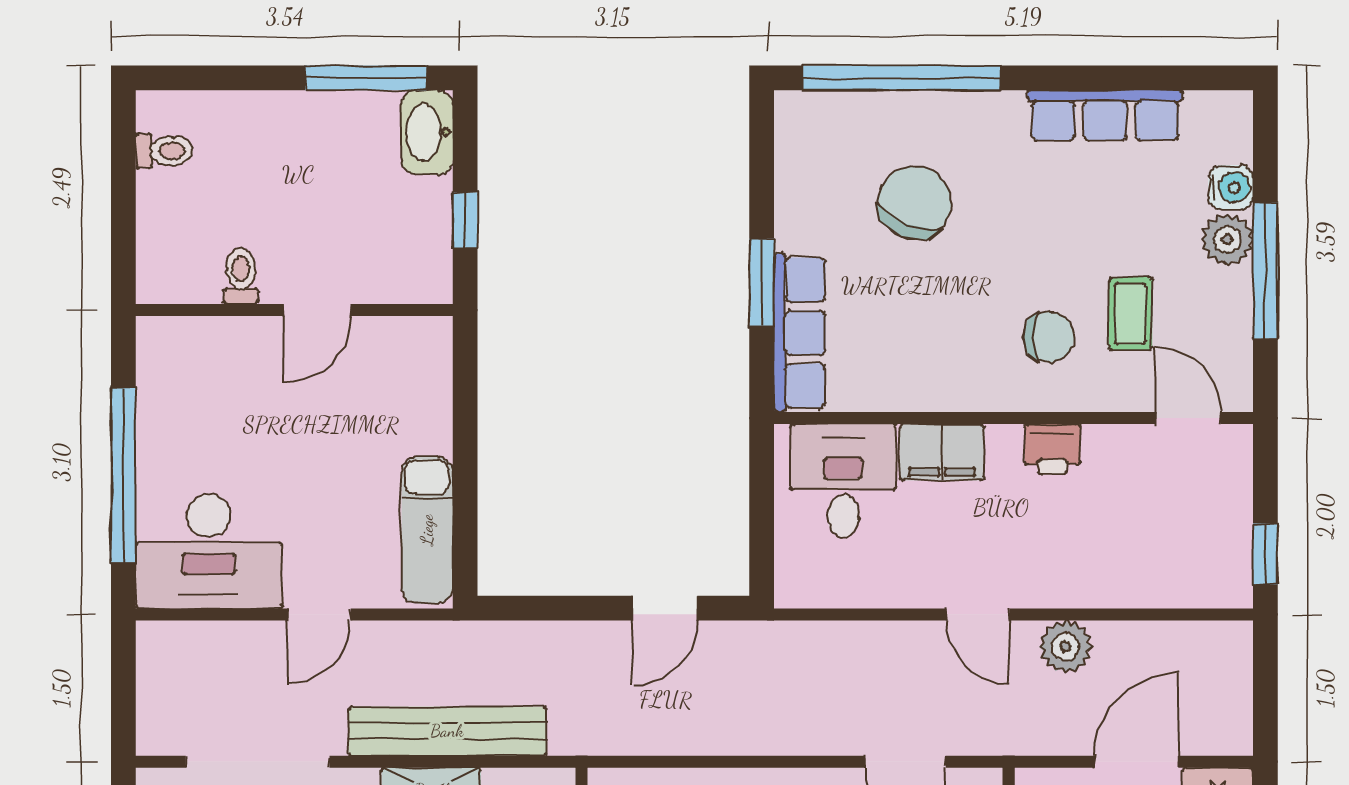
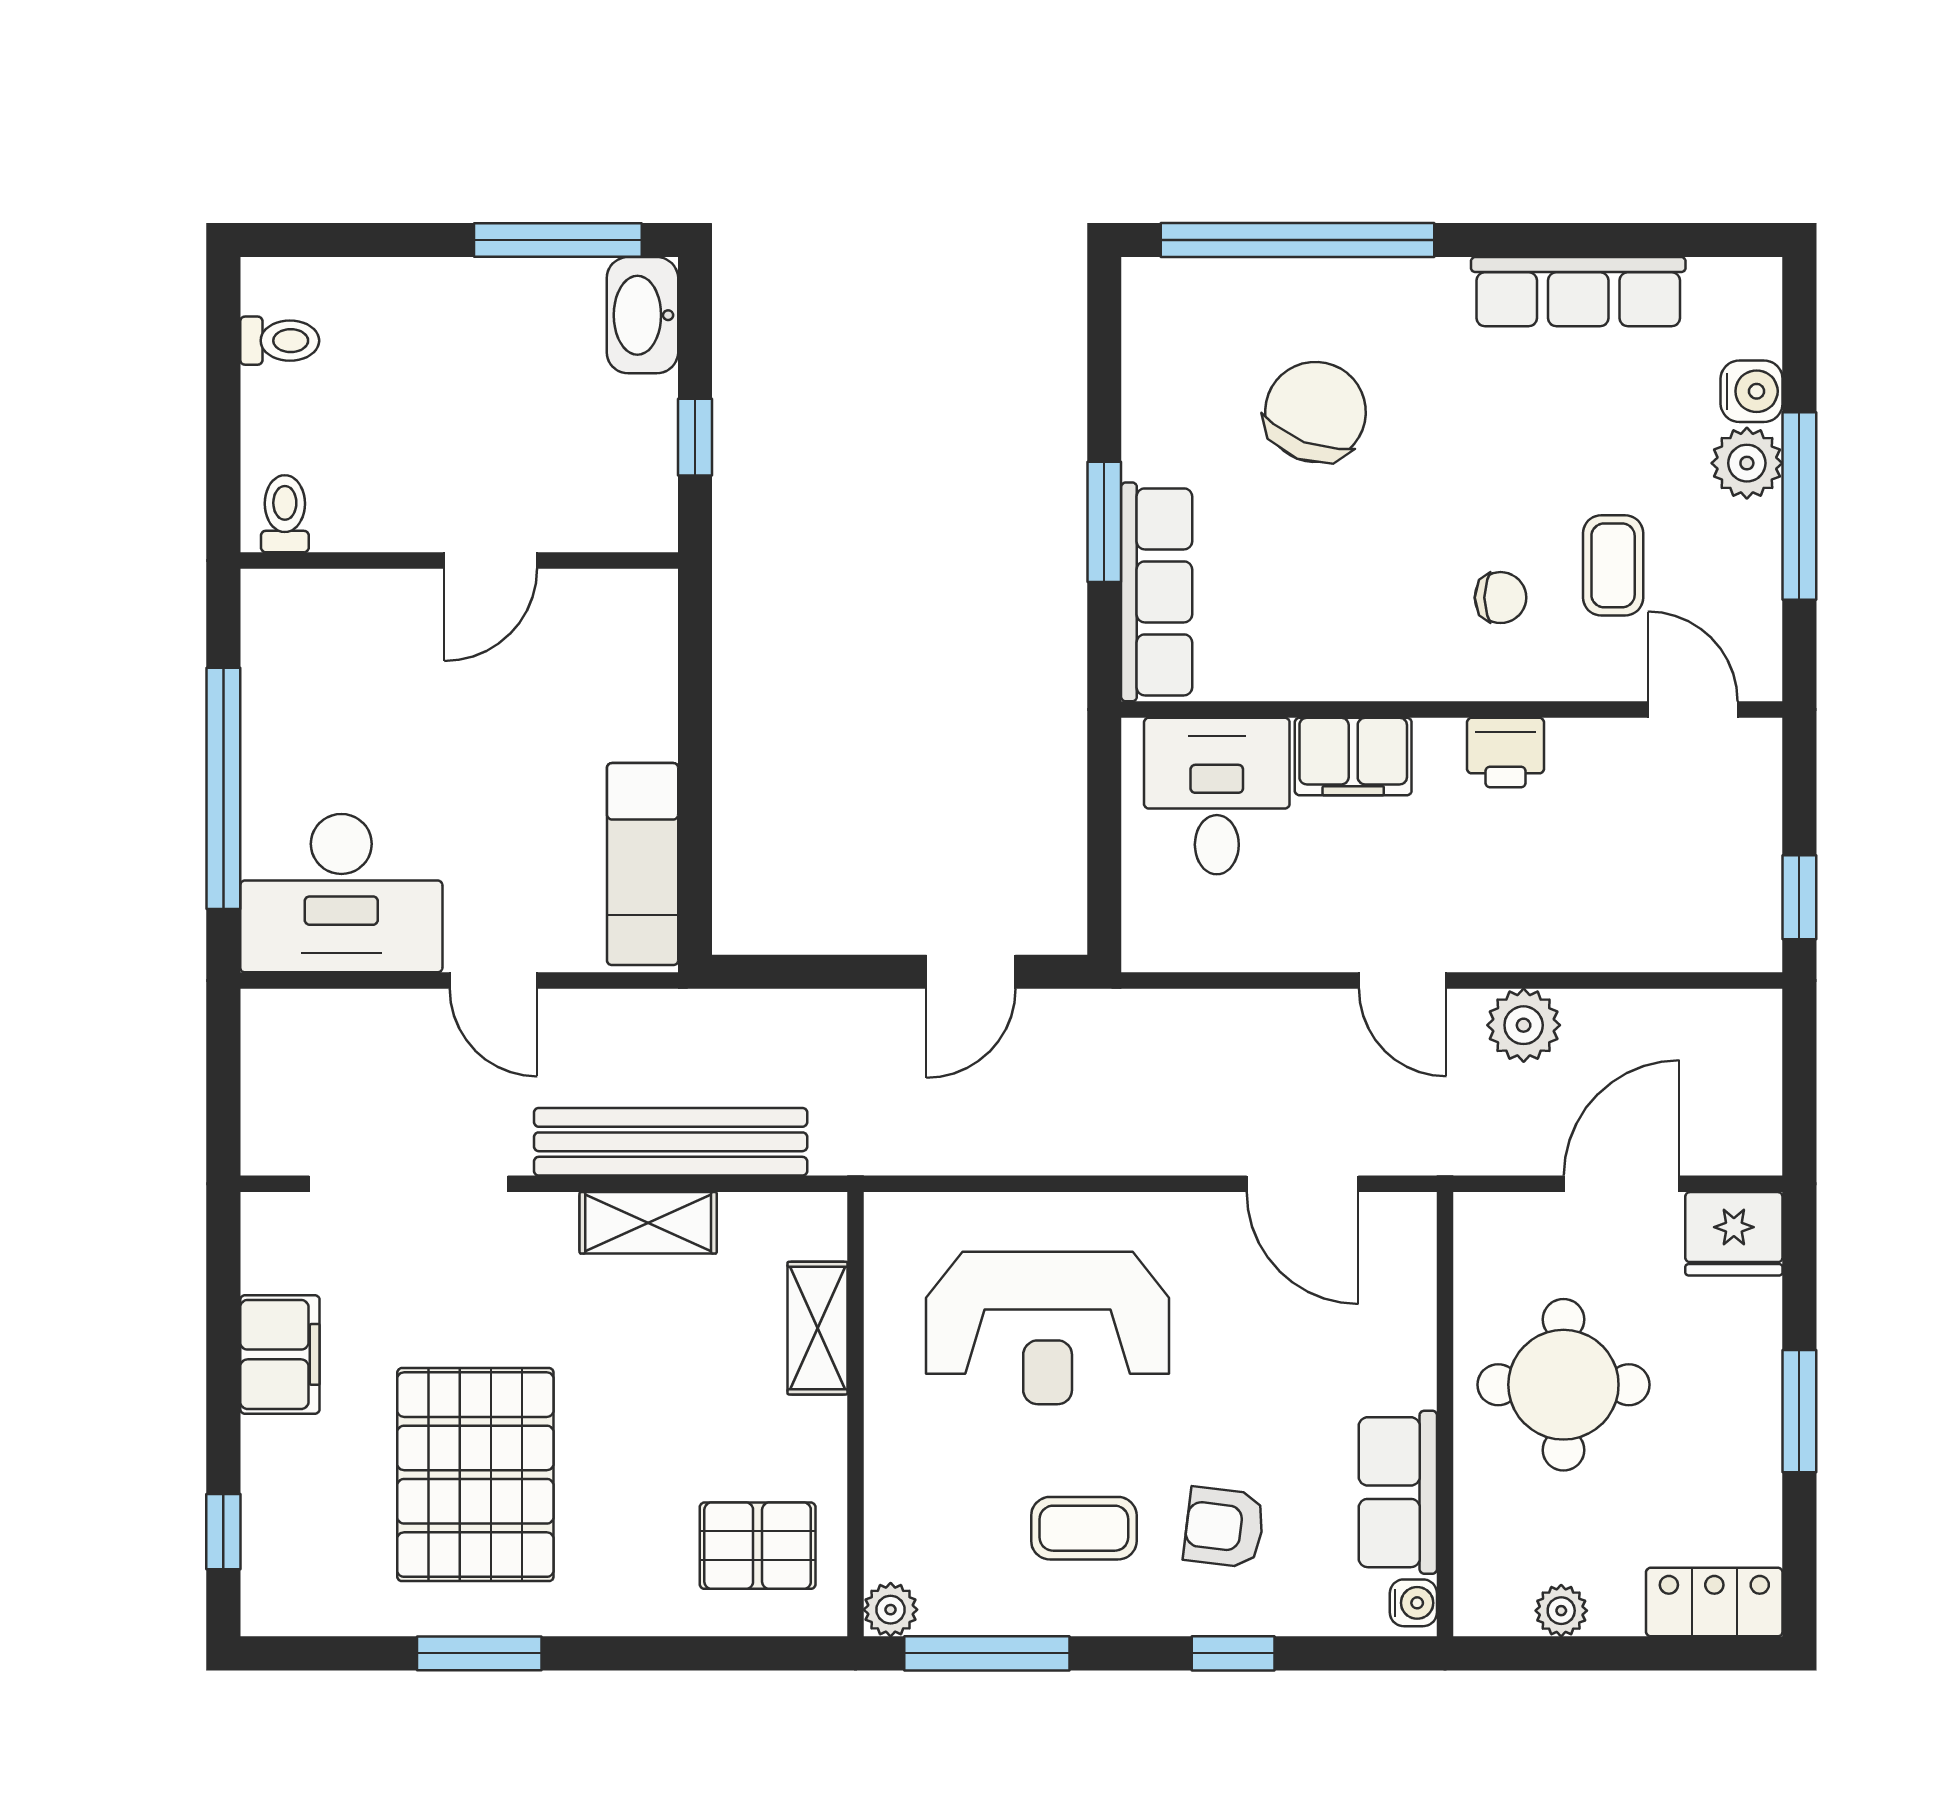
toilet: (241, 276) -> (285, 514), moved
chair: (1049, 337) -> (1501, 598), width x0.73, depth x0.73
door: (319, 614) -> (493, 981), hinge flipped

